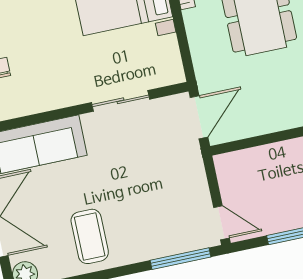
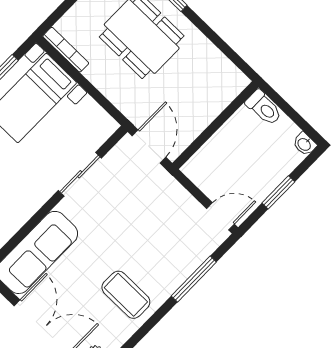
window: (181, 259) -> (194, 279), moved

